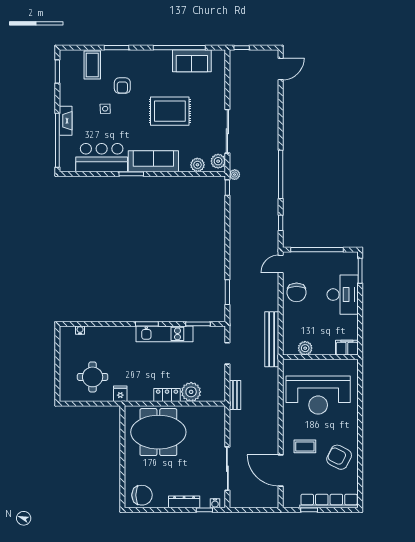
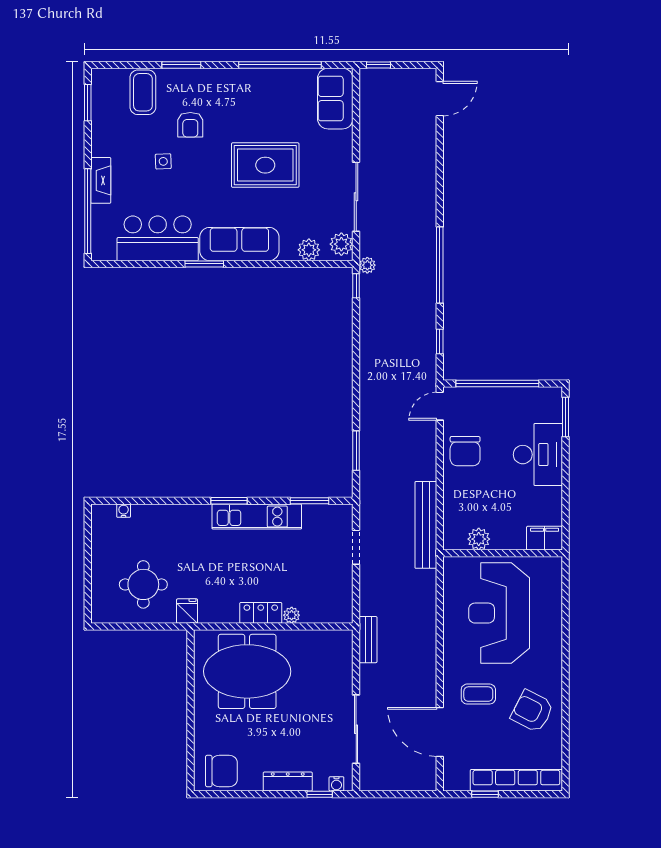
sofa: (192, 61) -> (335, 99), moved, turned 90
plant: (191, 392) -> (292, 615), width x0.53, depth x0.53
bench: (235, 395) -> (368, 640), moved
reception desk: (318, 395) -> (499, 613), turned 90

